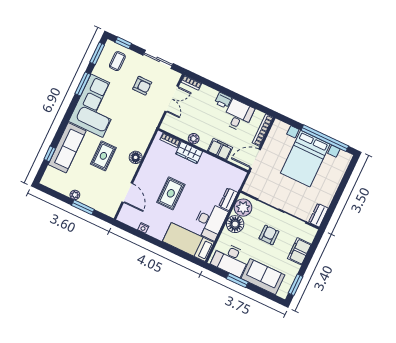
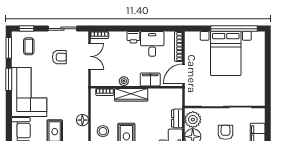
wardrobe: (189, 153) -> (131, 95), width x1.50
stool: (150, 178) -> (103, 131), added
dresser: (318, 215) -> (259, 96), removed

